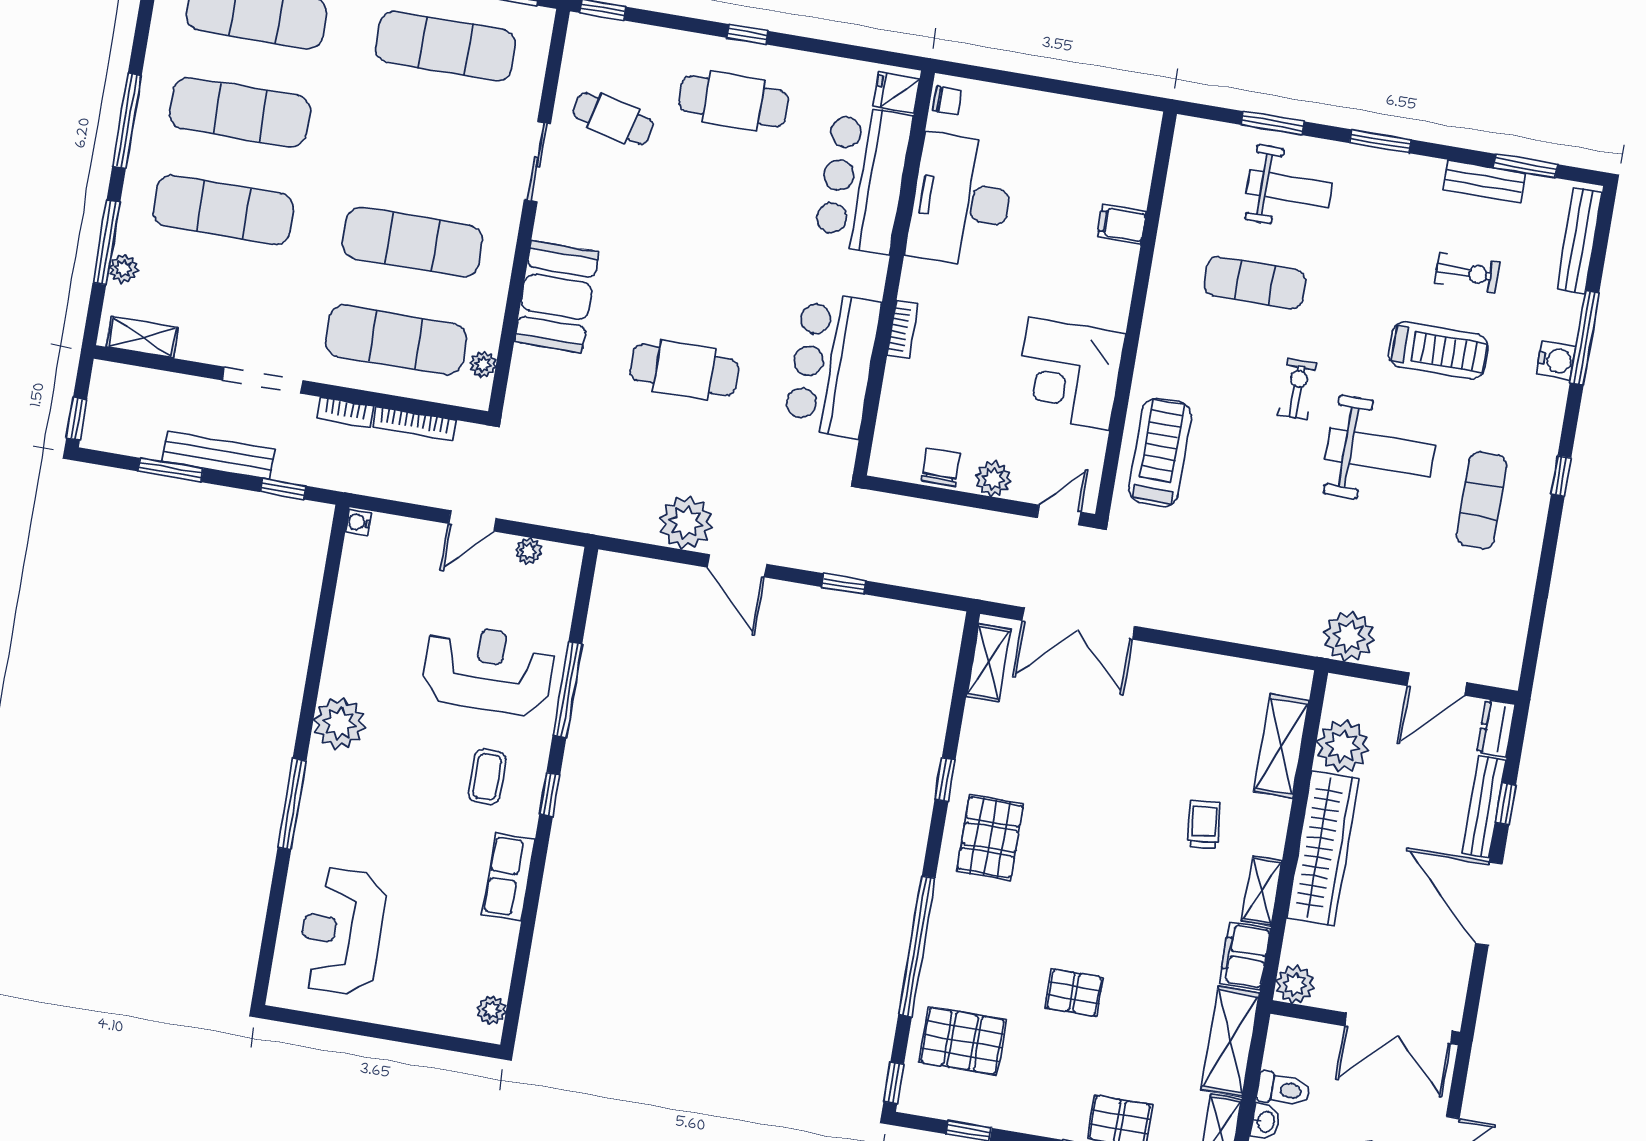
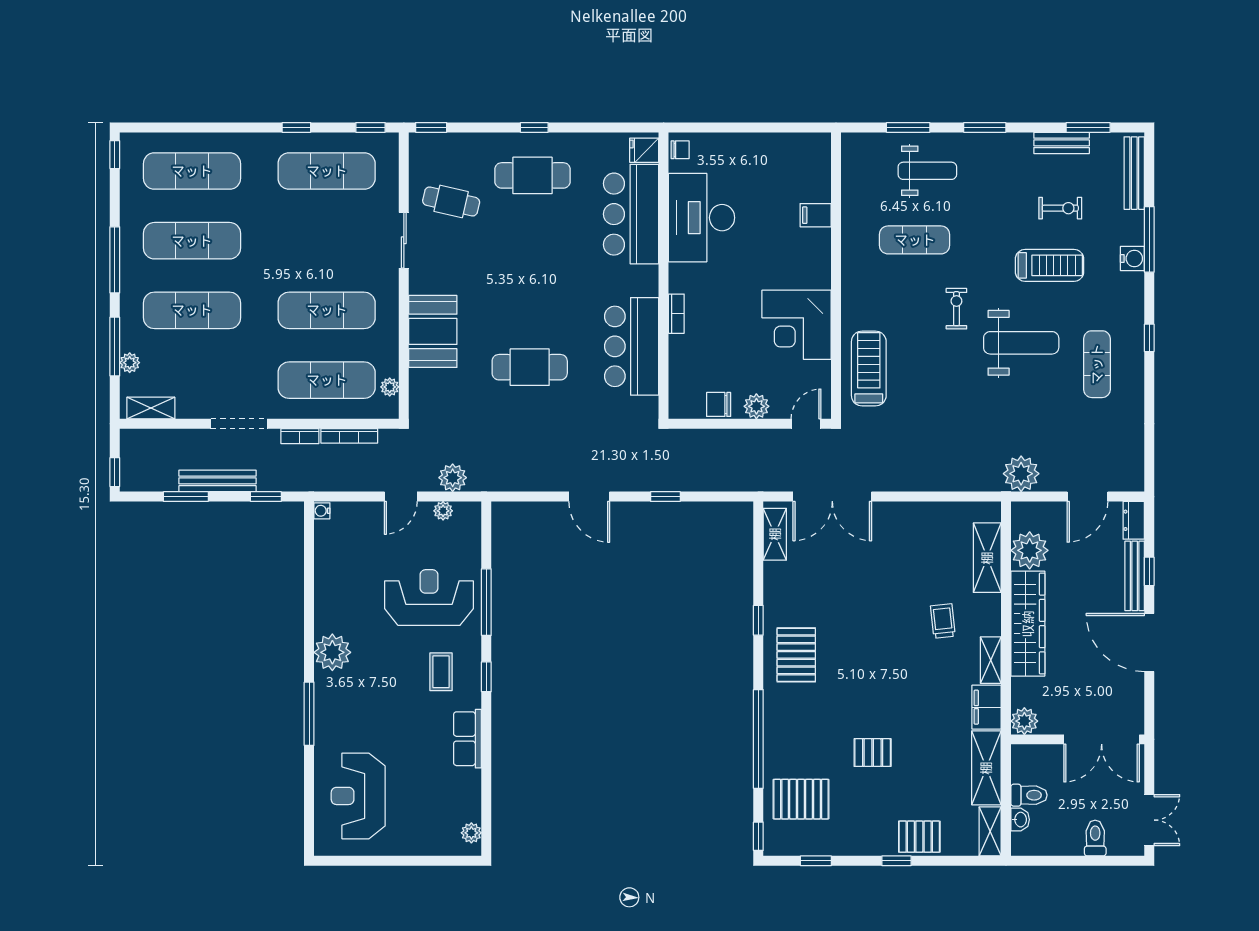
chair: (941, 467) -> (719, 404), turned -90
plant: (686, 523) -> (453, 478), moved, width x0.73, depth x0.73

